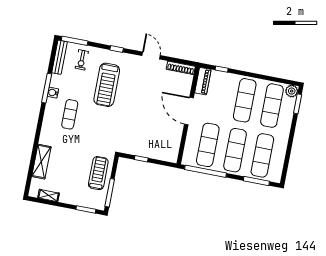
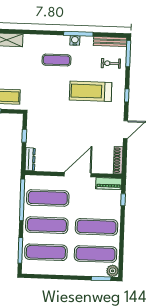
dresser: (166, 157) -> (30, 159), added

